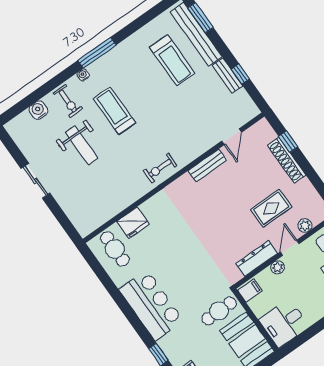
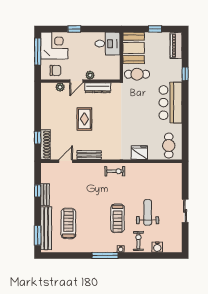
shoe rack: (287, 160) -> (45, 145), moved
rug: (271, 208) -> (84, 119), moved, turned 90
fridge: (133, 223) -> (139, 153), moved
filing cabinet: (250, 291) -> (113, 73), removed

